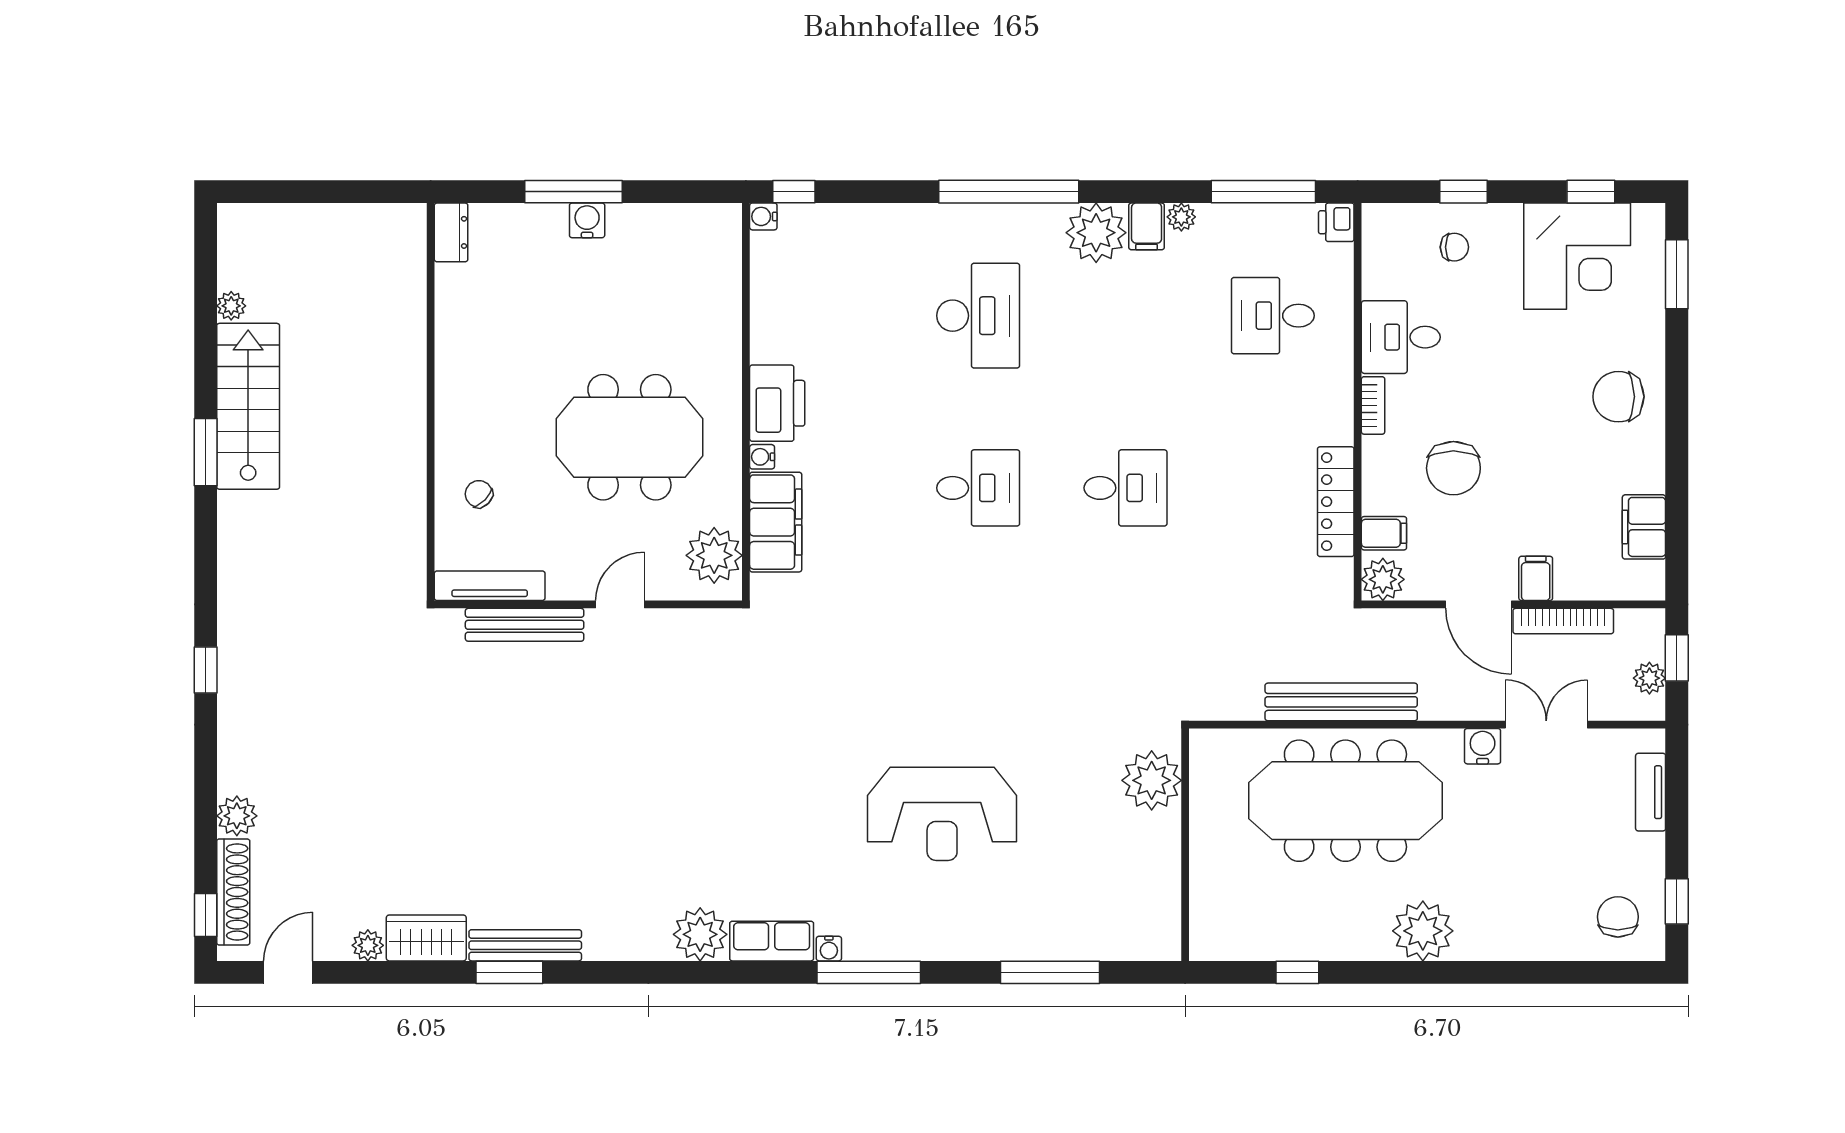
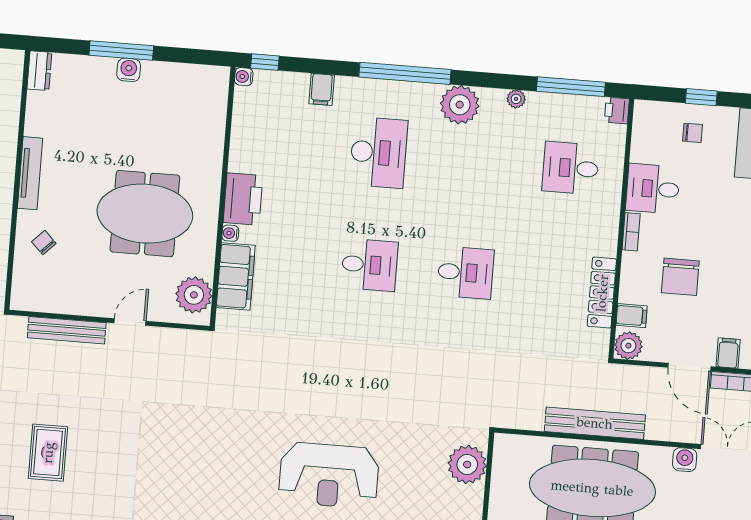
filing cabinet: (1147, 226) -> (322, 89), moved
tv unit: (490, 586) -> (30, 173), moved, turned 90
rug: (511, 814) -> (48, 453), added

